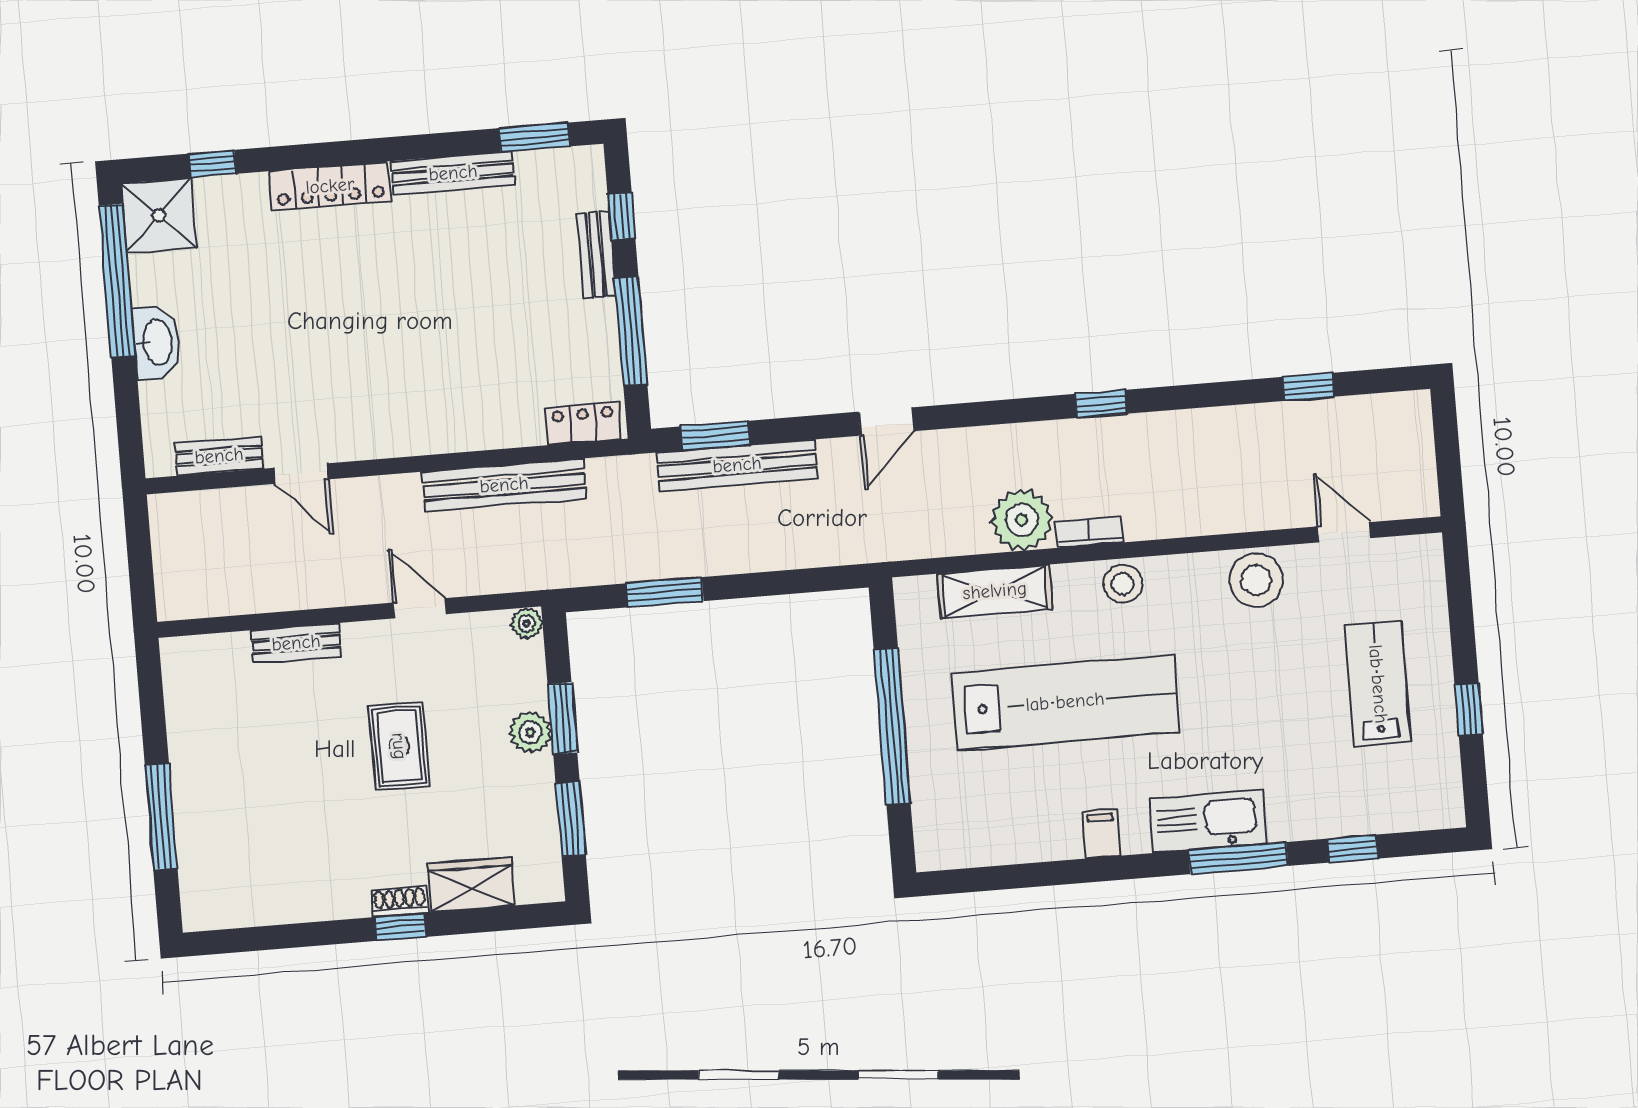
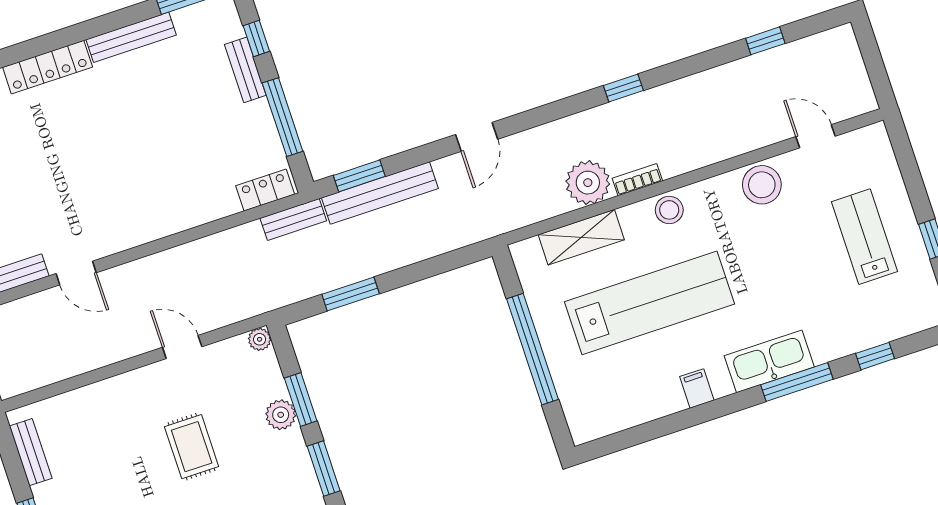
bench: (504, 485) -> (293, 219), moved, width x0.54, depth x0.82
bench: (296, 643) -> (31, 452), moved, turned 90

